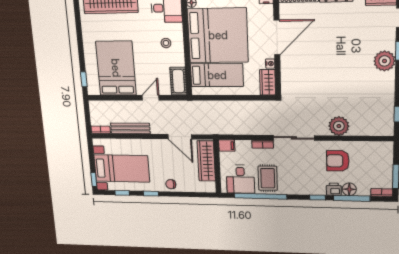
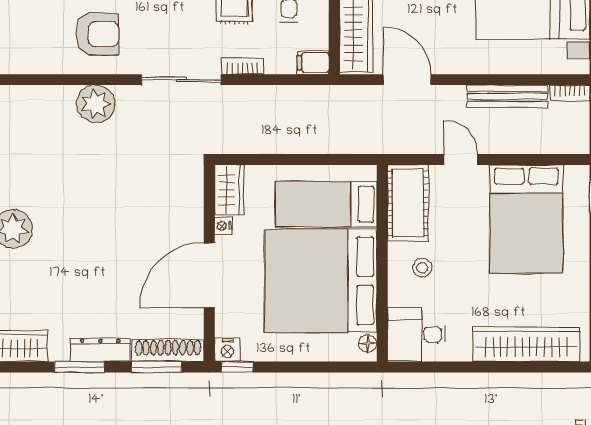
cot: (178, 81) -> (408, 203), width x1.37, depth x1.34
door: (151, 98) -> (461, 159), swing flipped

